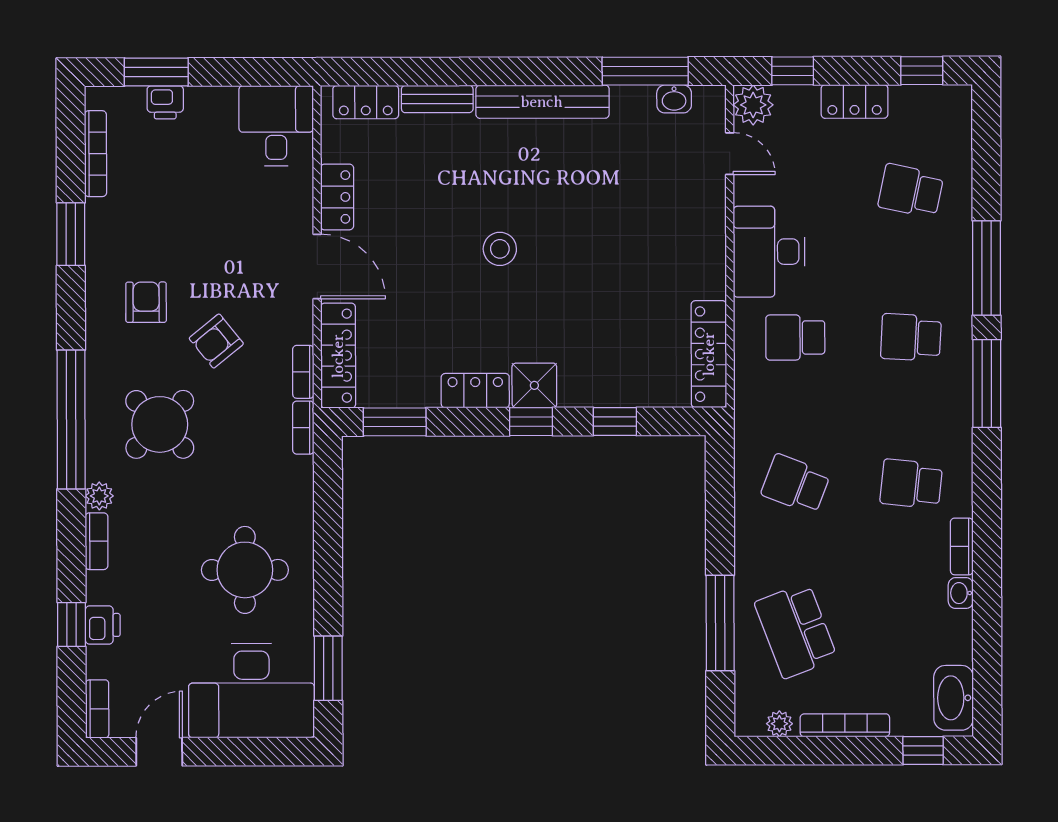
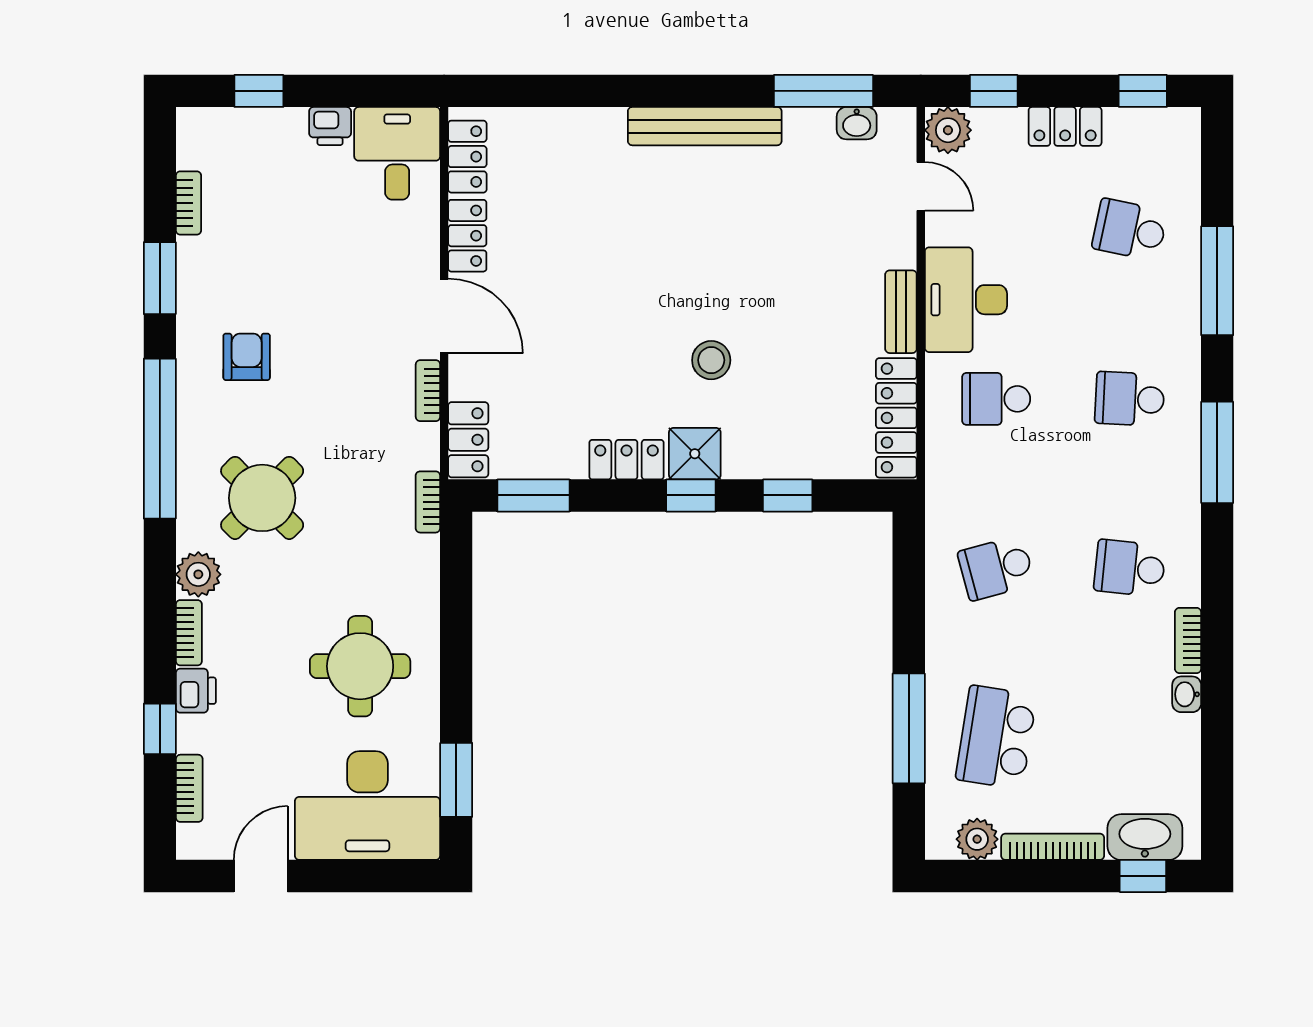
window: (156, 72) -> (259, 91), width x0.67
bench: (437, 99) -> (901, 312), moved, turned 90
printer: (165, 102) -> (330, 126), moved
locker: (366, 102) -> (467, 157), moved, turned -90
bookcase: (96, 154) -> (188, 203), width x0.64
stool: (500, 249) -> (711, 360), moved
window: (987, 268) -> (1217, 281), moved
armchair: (216, 341) -> (328, 402), removed
locker: (338, 356) -> (468, 440), width x0.66
bookcase: (303, 372) -> (428, 391), moved
window: (71, 420) -> (160, 439), moved
school desk: (796, 484) -> (996, 568), turned -36
plant: (99, 496) -> (198, 574), width x1.38, depth x1.38
printer: (103, 625) -> (196, 691), moved
school desk: (796, 631) -> (996, 737), turned 30
washbasin: (954, 698) -> (1145, 837), moved, turned 90
bookcase: (97, 709) -> (189, 788), moved
plant: (779, 724) -> (977, 839), width x1.38, depth x1.38

